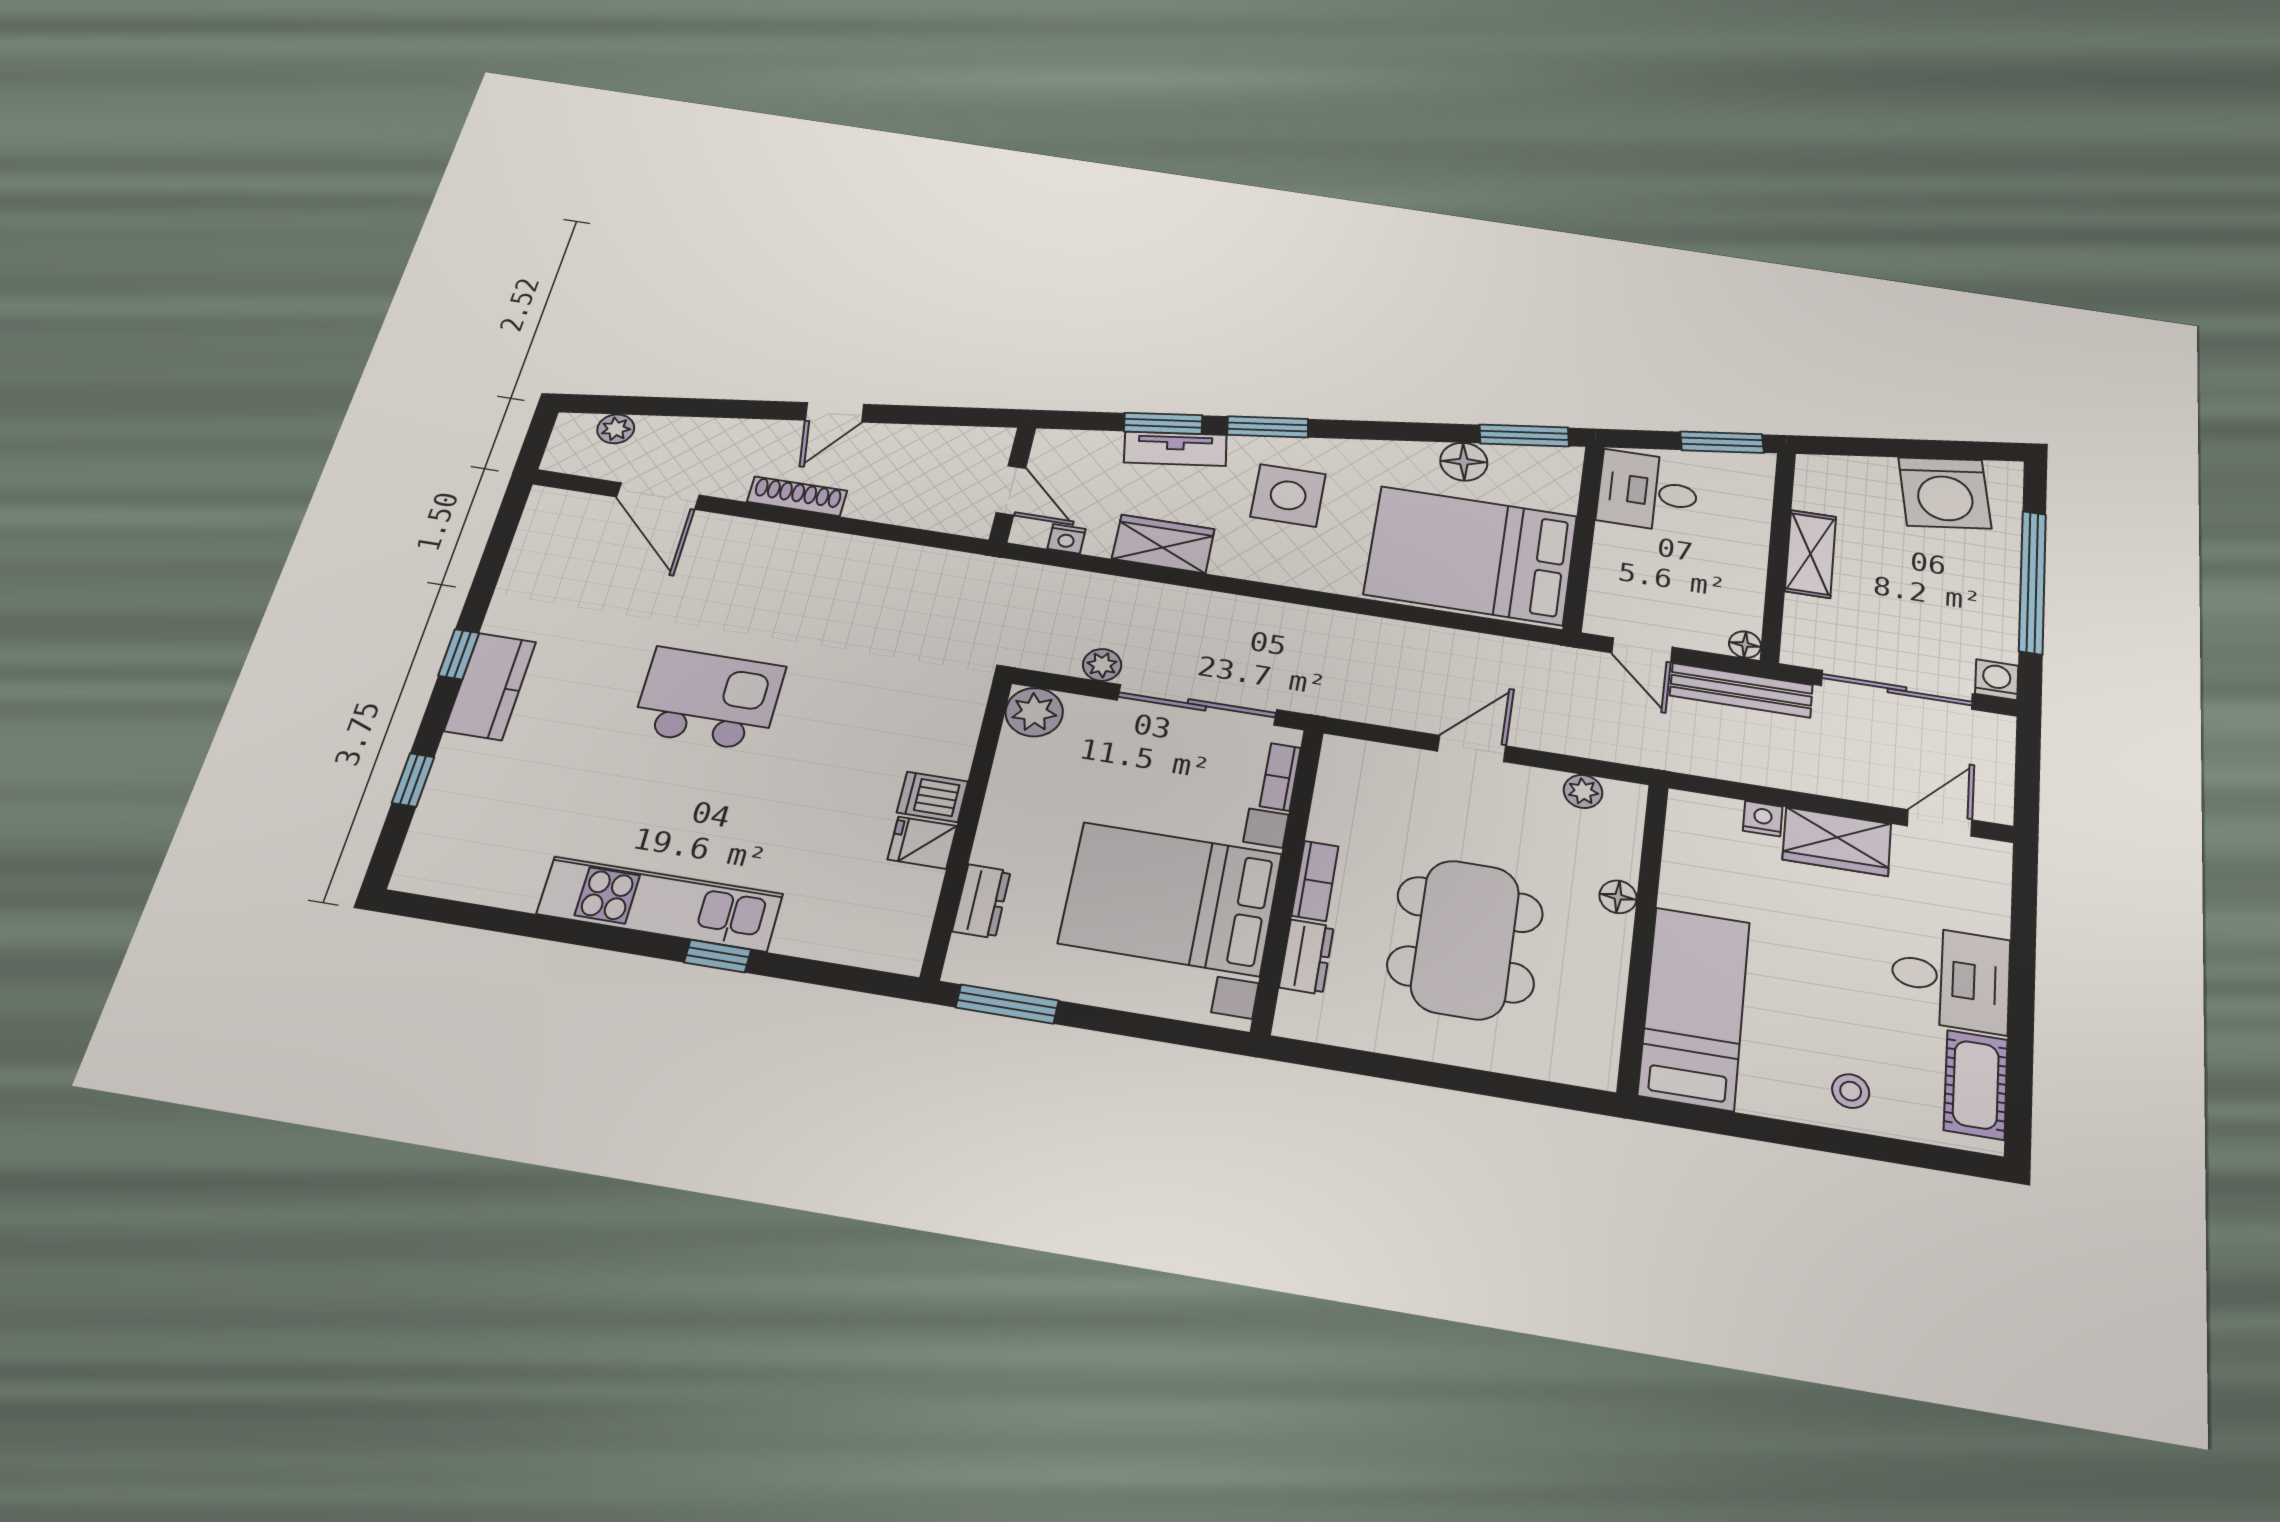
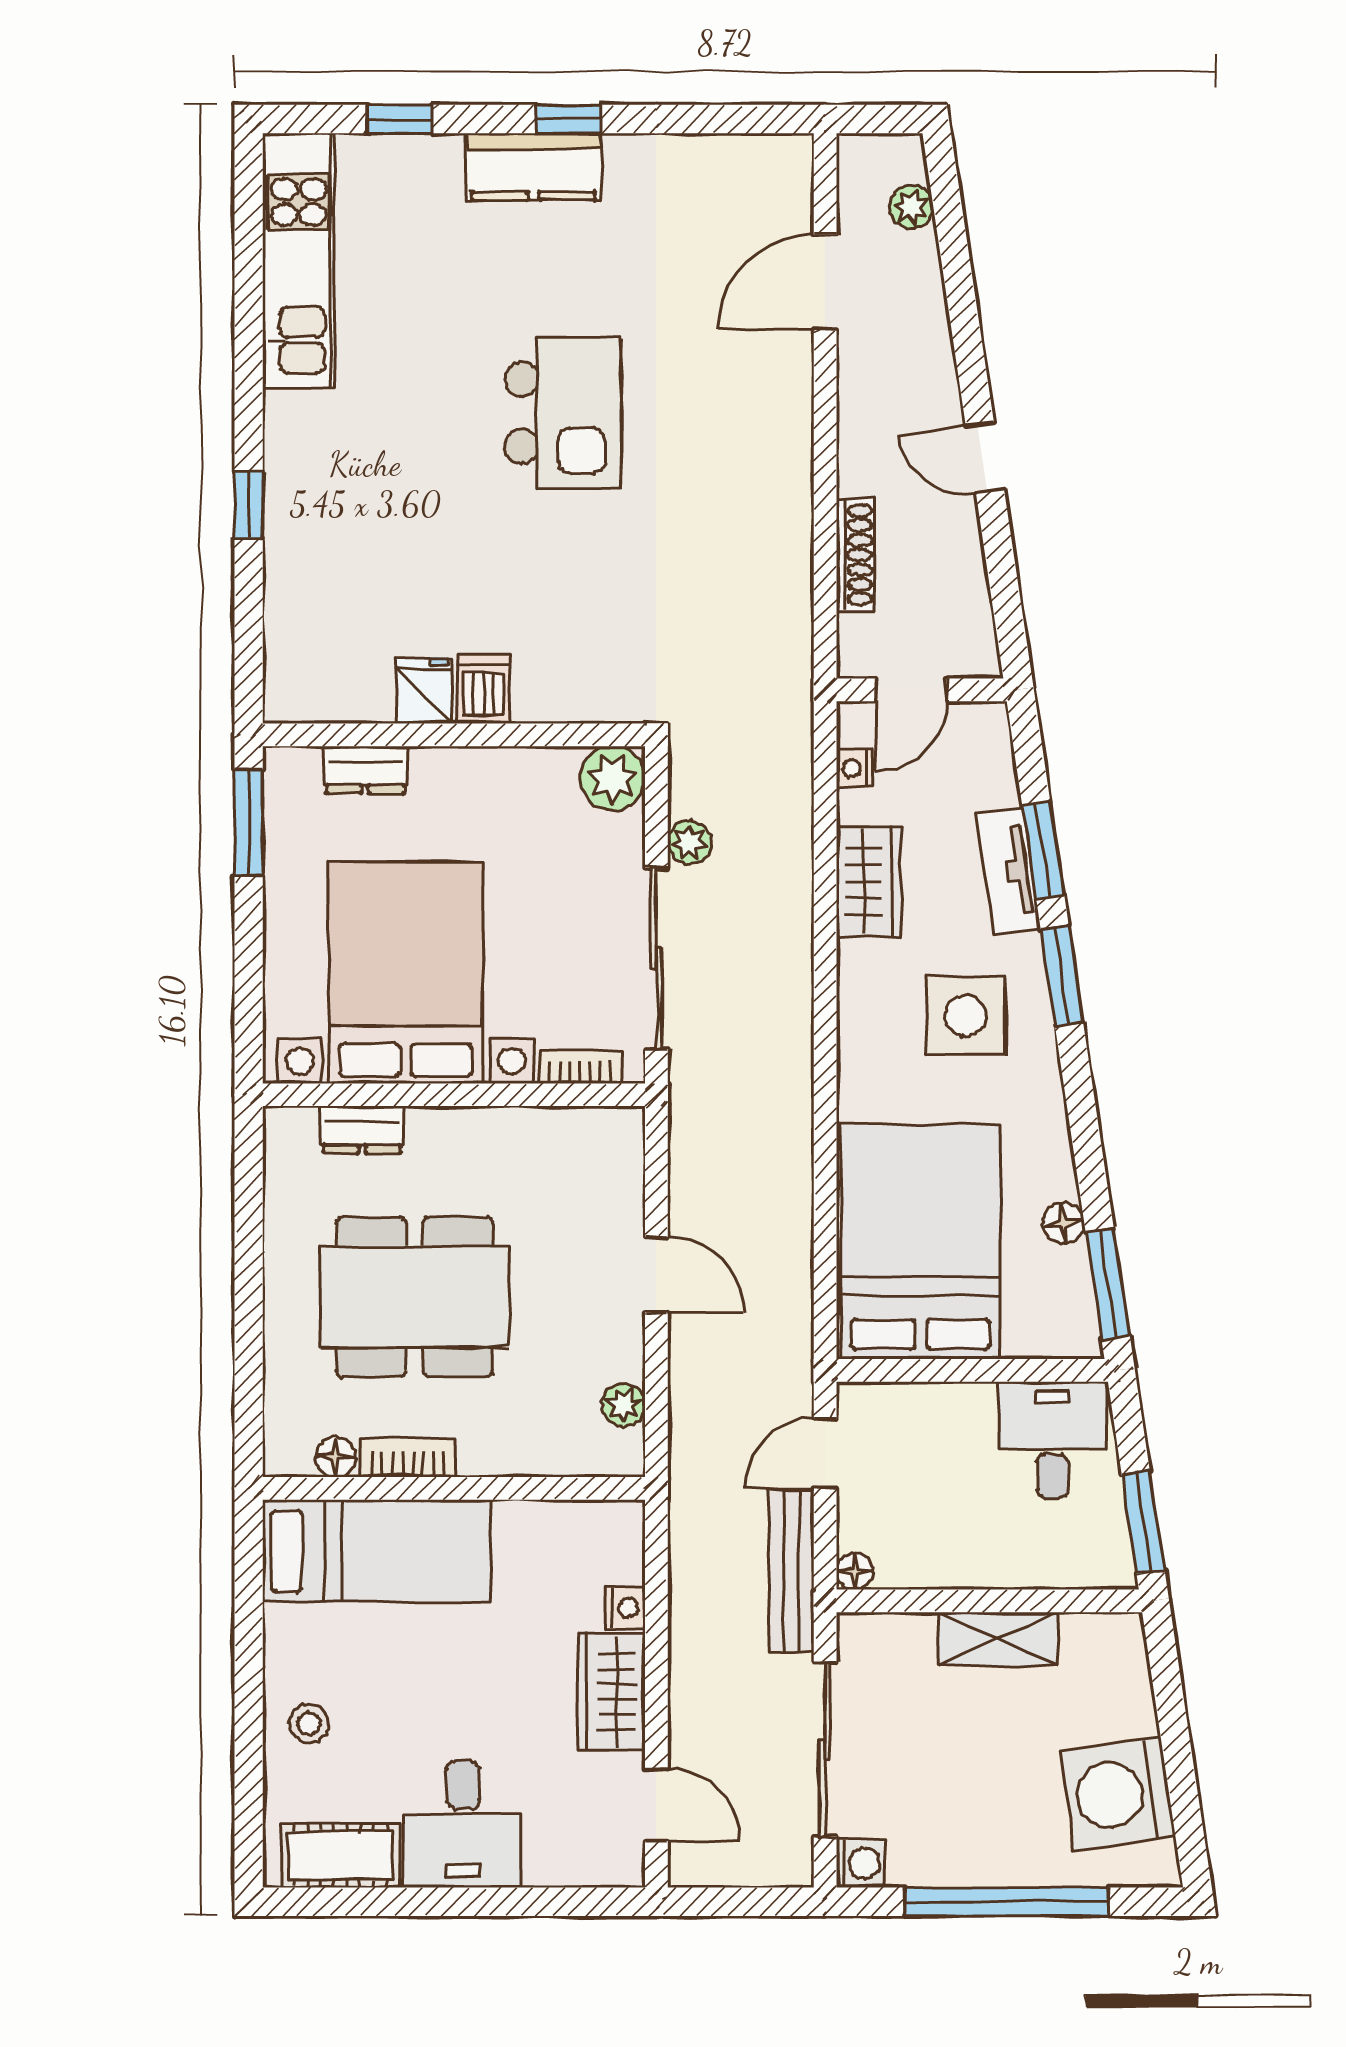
floor lamp: (1464, 462) -> (1064, 1223), width x0.73, depth x0.73
shoe rack: (797, 496) -> (855, 555), moved
bookcase: (1315, 881) -> (408, 1458), moved, turned 180
floor lamp: (1618, 897) -> (336, 1457), moved
kitchen unit: (660, 904) -> (299, 261), moved

